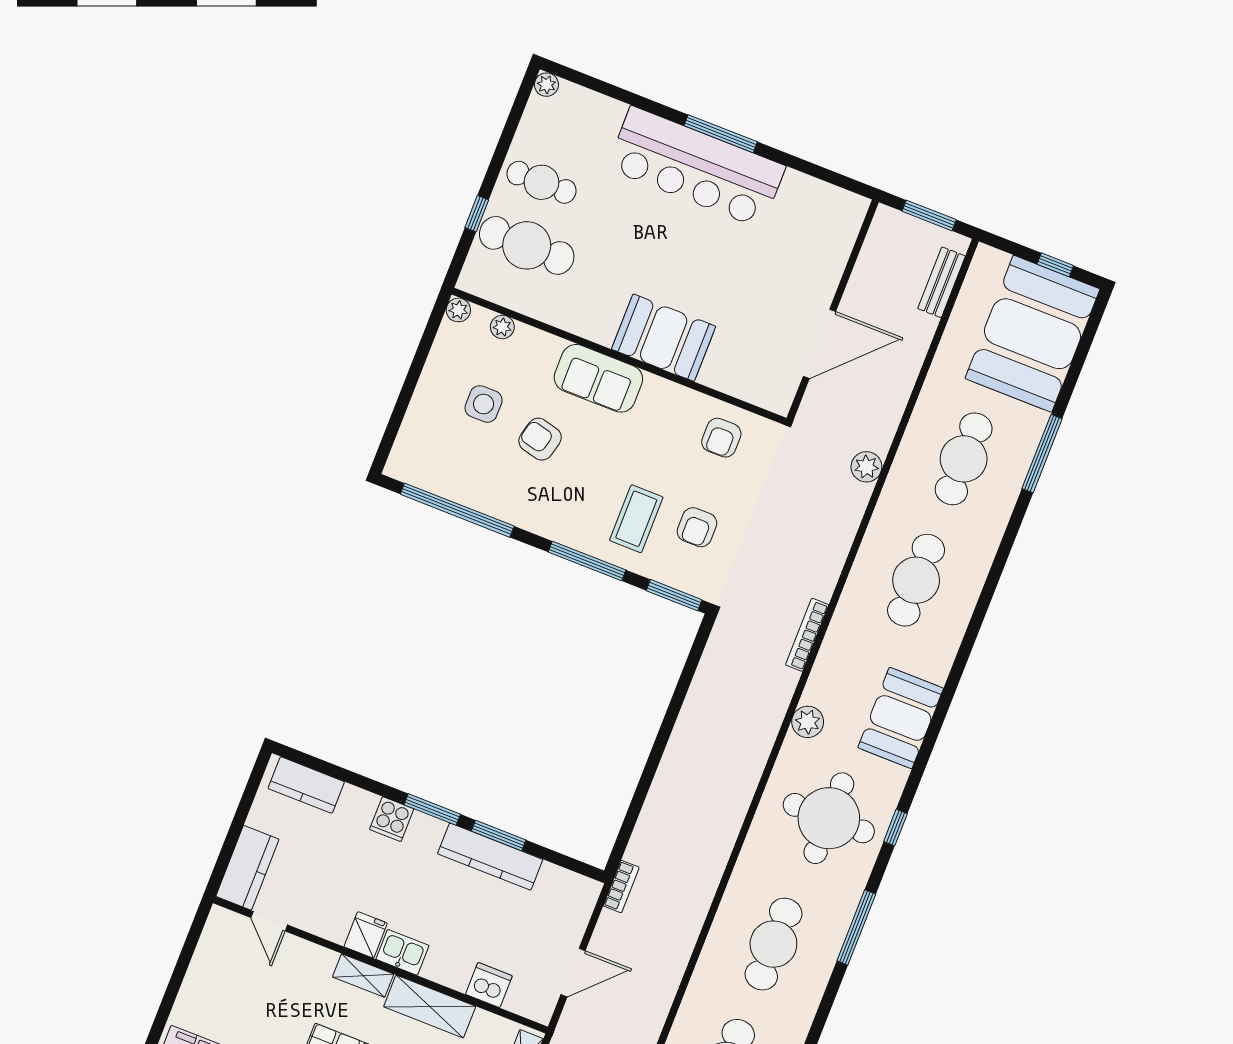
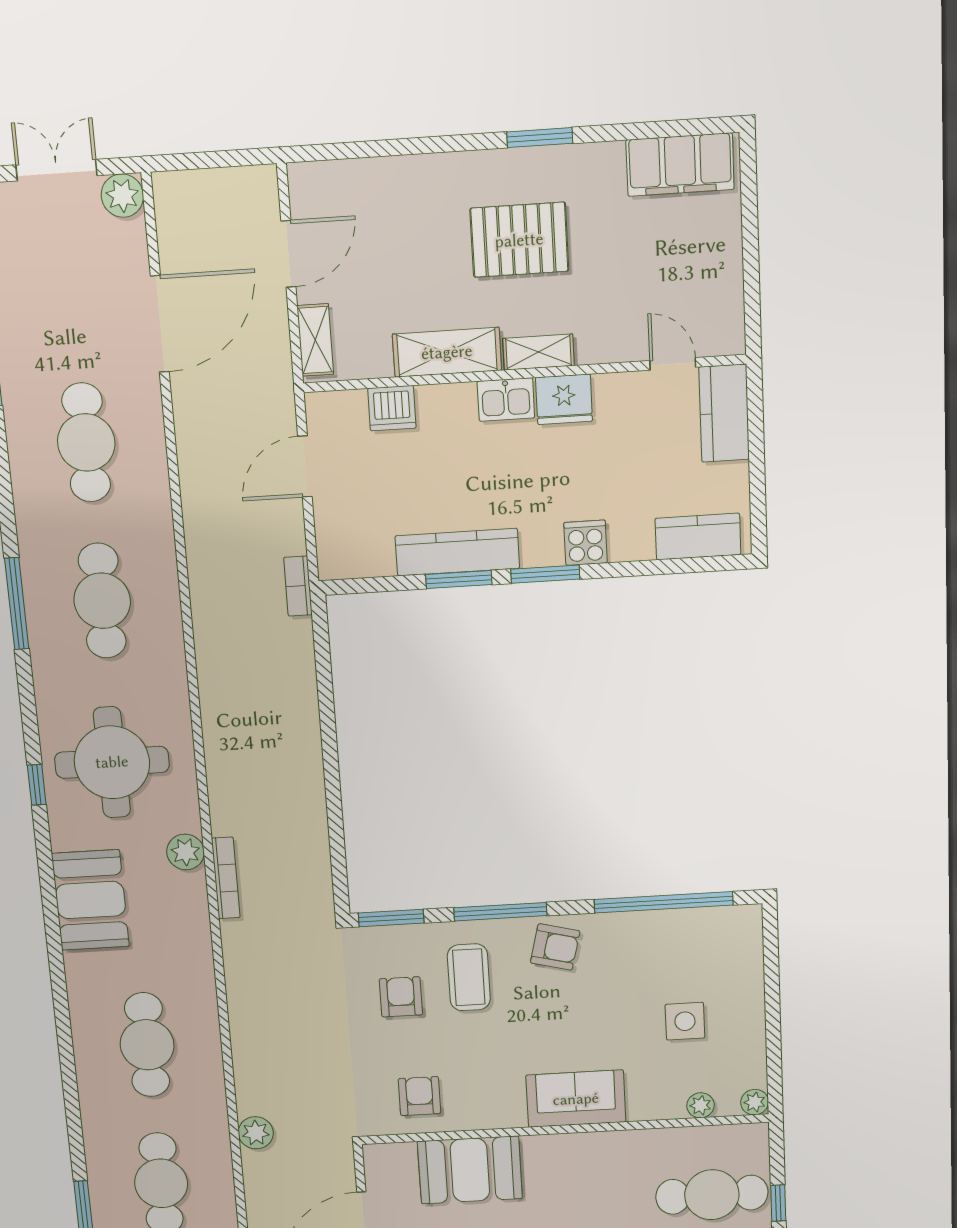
booth: (664, 338) -> (470, 1170), moved
armchair: (540, 439) -> (555, 947), moved
bookcase: (807, 635) -> (226, 878), moved
window: (856, 927) -> (17, 604), moved
fridge: (366, 935) -> (564, 399), width x1.38

